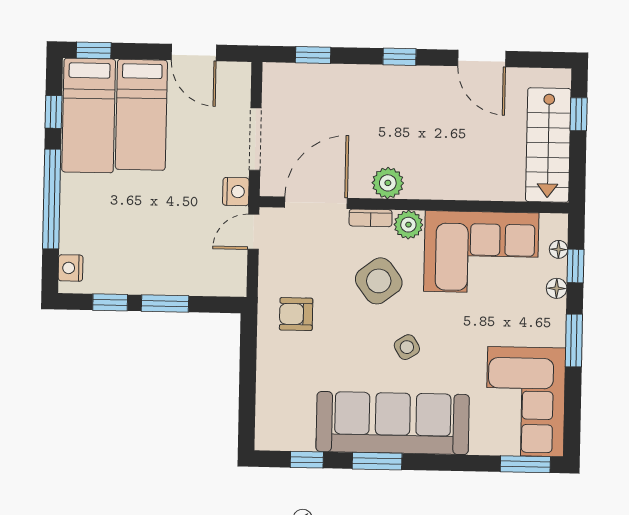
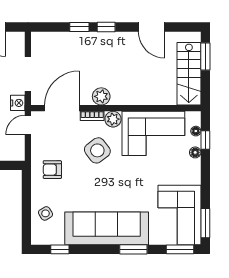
window: (313, 55) -> (79, 27), moved
window: (579, 114) -> (205, 57), width x1.50
window: (574, 341) -> (205, 223), moved
side table: (407, 347) -> (46, 213), moved
window: (377, 461) -> (133, 249), moved

